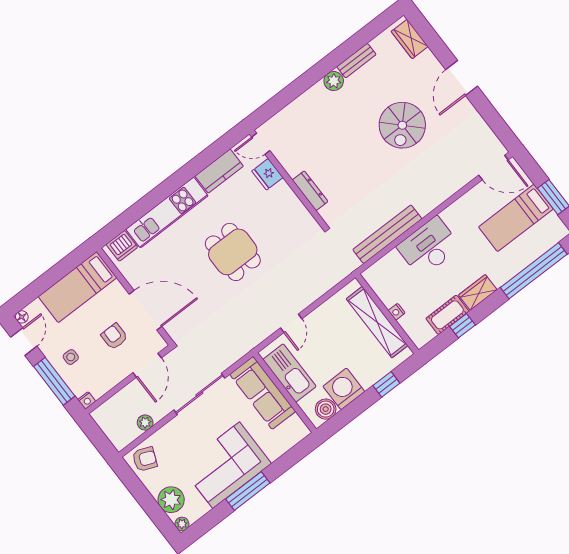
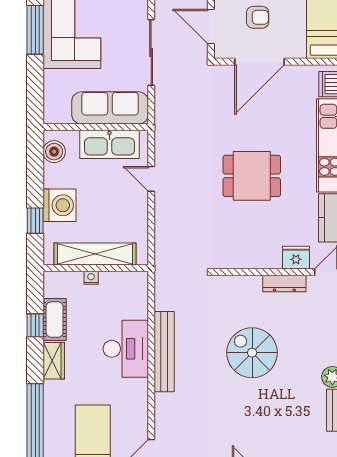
spiral stairs: (402, 125) -> (252, 353), moved
dresser: (310, 191) -> (284, 283), moved
bench: (387, 234) -> (164, 352), moved
washing machine: (344, 389) -> (59, 205), moved

